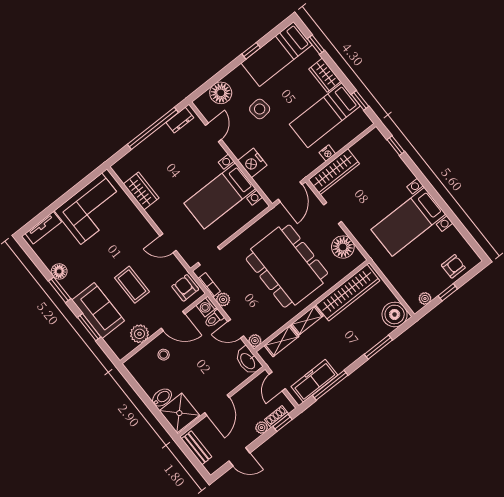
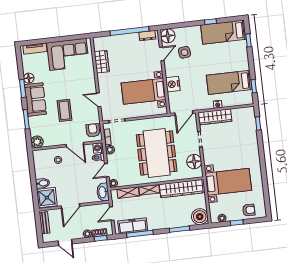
wardrobe: (325, 75) -> (243, 60), removed
floor lamp: (221, 93) -> (168, 36), moved
side table: (260, 109) -> (184, 52), moved
bed with nightstands: (408, 222) -> (228, 182), moved, turned 180
sofa: (98, 310) -> (35, 99), moved
door: (236, 329) -> (107, 170), hinge flipped
plant: (139, 334) -> (37, 142), moved

